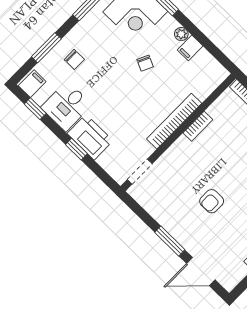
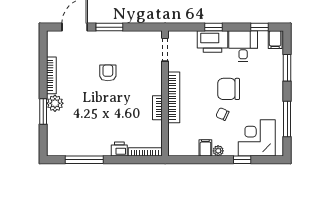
chair: (74, 59) -> (229, 89), moved, width x1.87, depth x1.87

